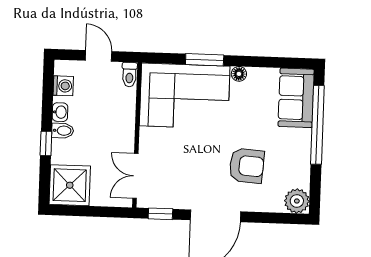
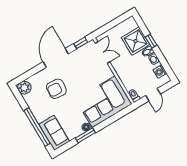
door: (99, 56) -> (153, 95), hinge flipped
window: (205, 60) -> (85, 135), moved
shower: (70, 185) -> (136, 41), moved

